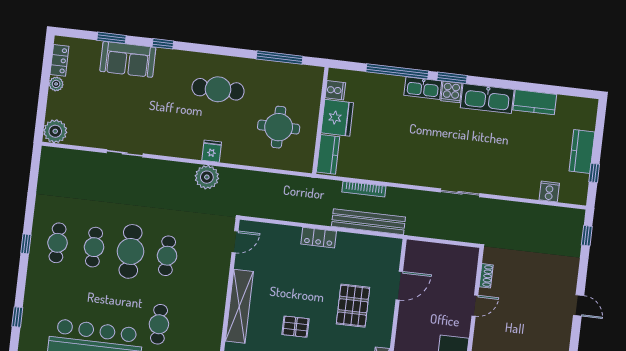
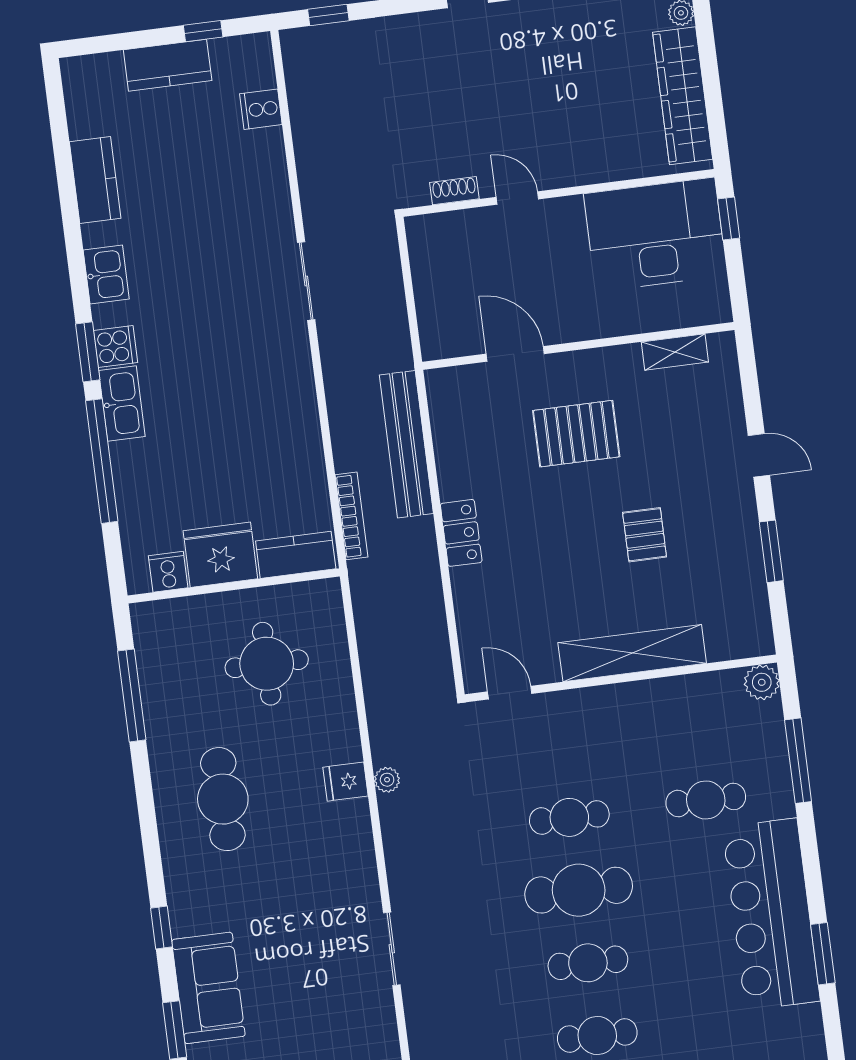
kitchen sink: (487, 99) -> (106, 275), width x0.53, depth x0.81
plant: (207, 177) -> (387, 780), width x0.53, depth x0.53
bookcase: (364, 189) -> (351, 516), moved

